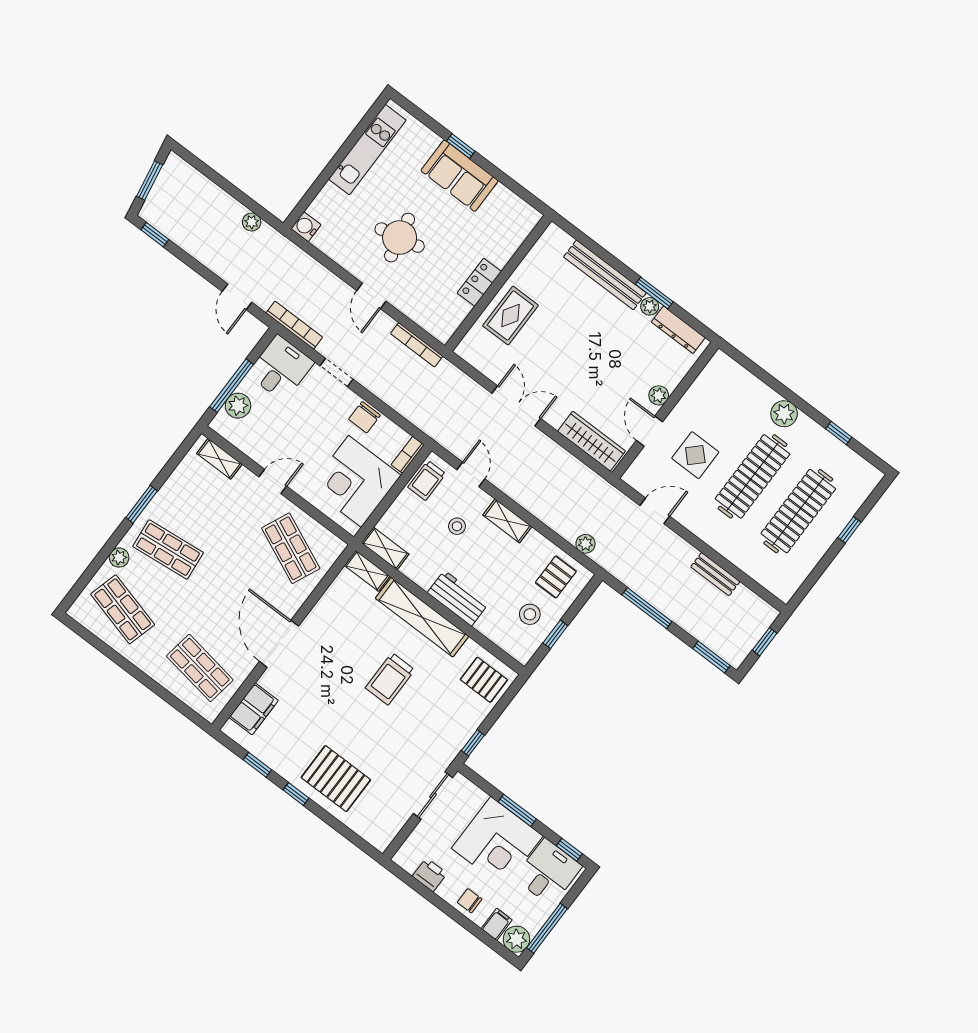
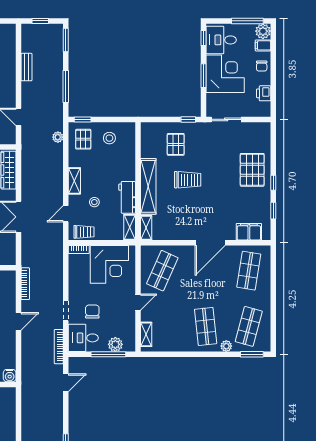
plant: (252, 222) -> (26, 402), removed
chair: (364, 417) -> (92, 312), moved, turned -90
door: (273, 482) -> (138, 302), swing flipped
window: (142, 504) -> (252, 354), moved
pallet: (556, 577) -> (83, 139), turned 90
workbench: (458, 598) -> (127, 197), moved
window: (555, 634) -> (83, 119), moved
pallet: (484, 680) -> (176, 144), moved

